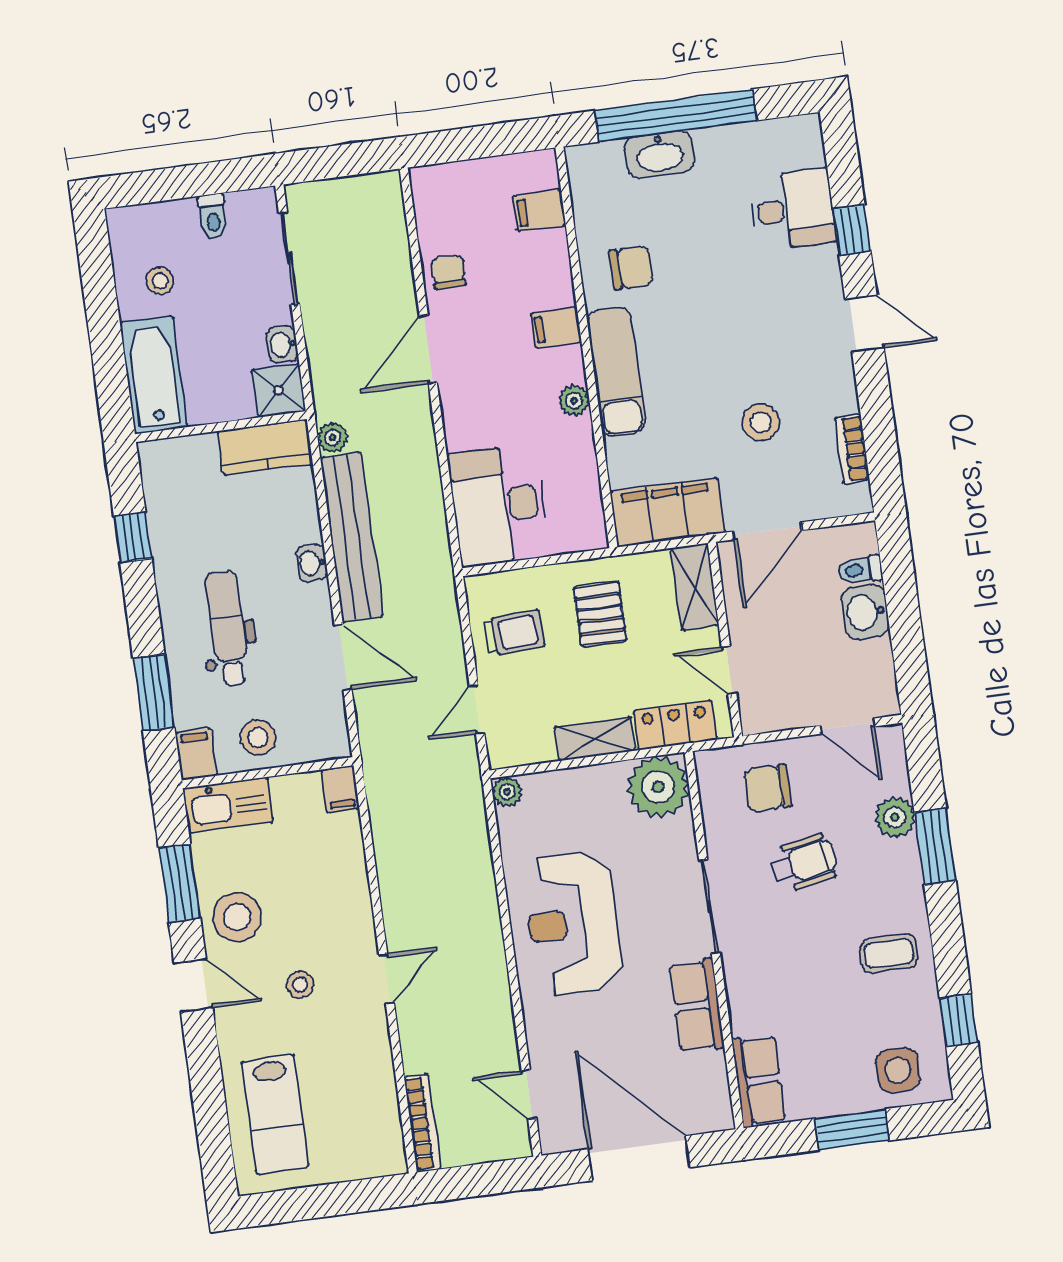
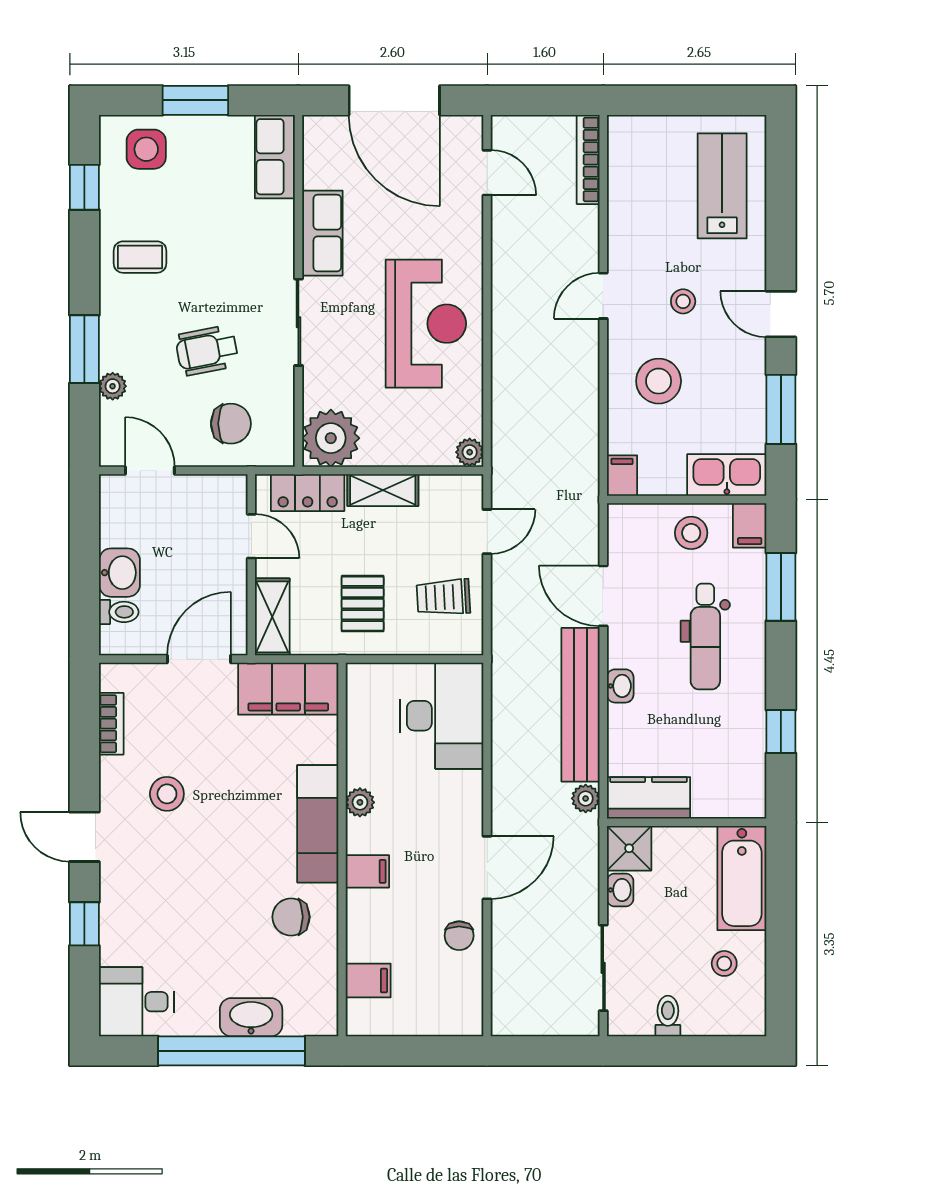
desk: (792, 210) -> (136, 1002), moved
stool: (761, 422) -> (167, 794), moved
plant: (895, 817) -> (113, 386), width x0.73, depth x0.73
stool: (237, 917) -> (659, 381), moved

